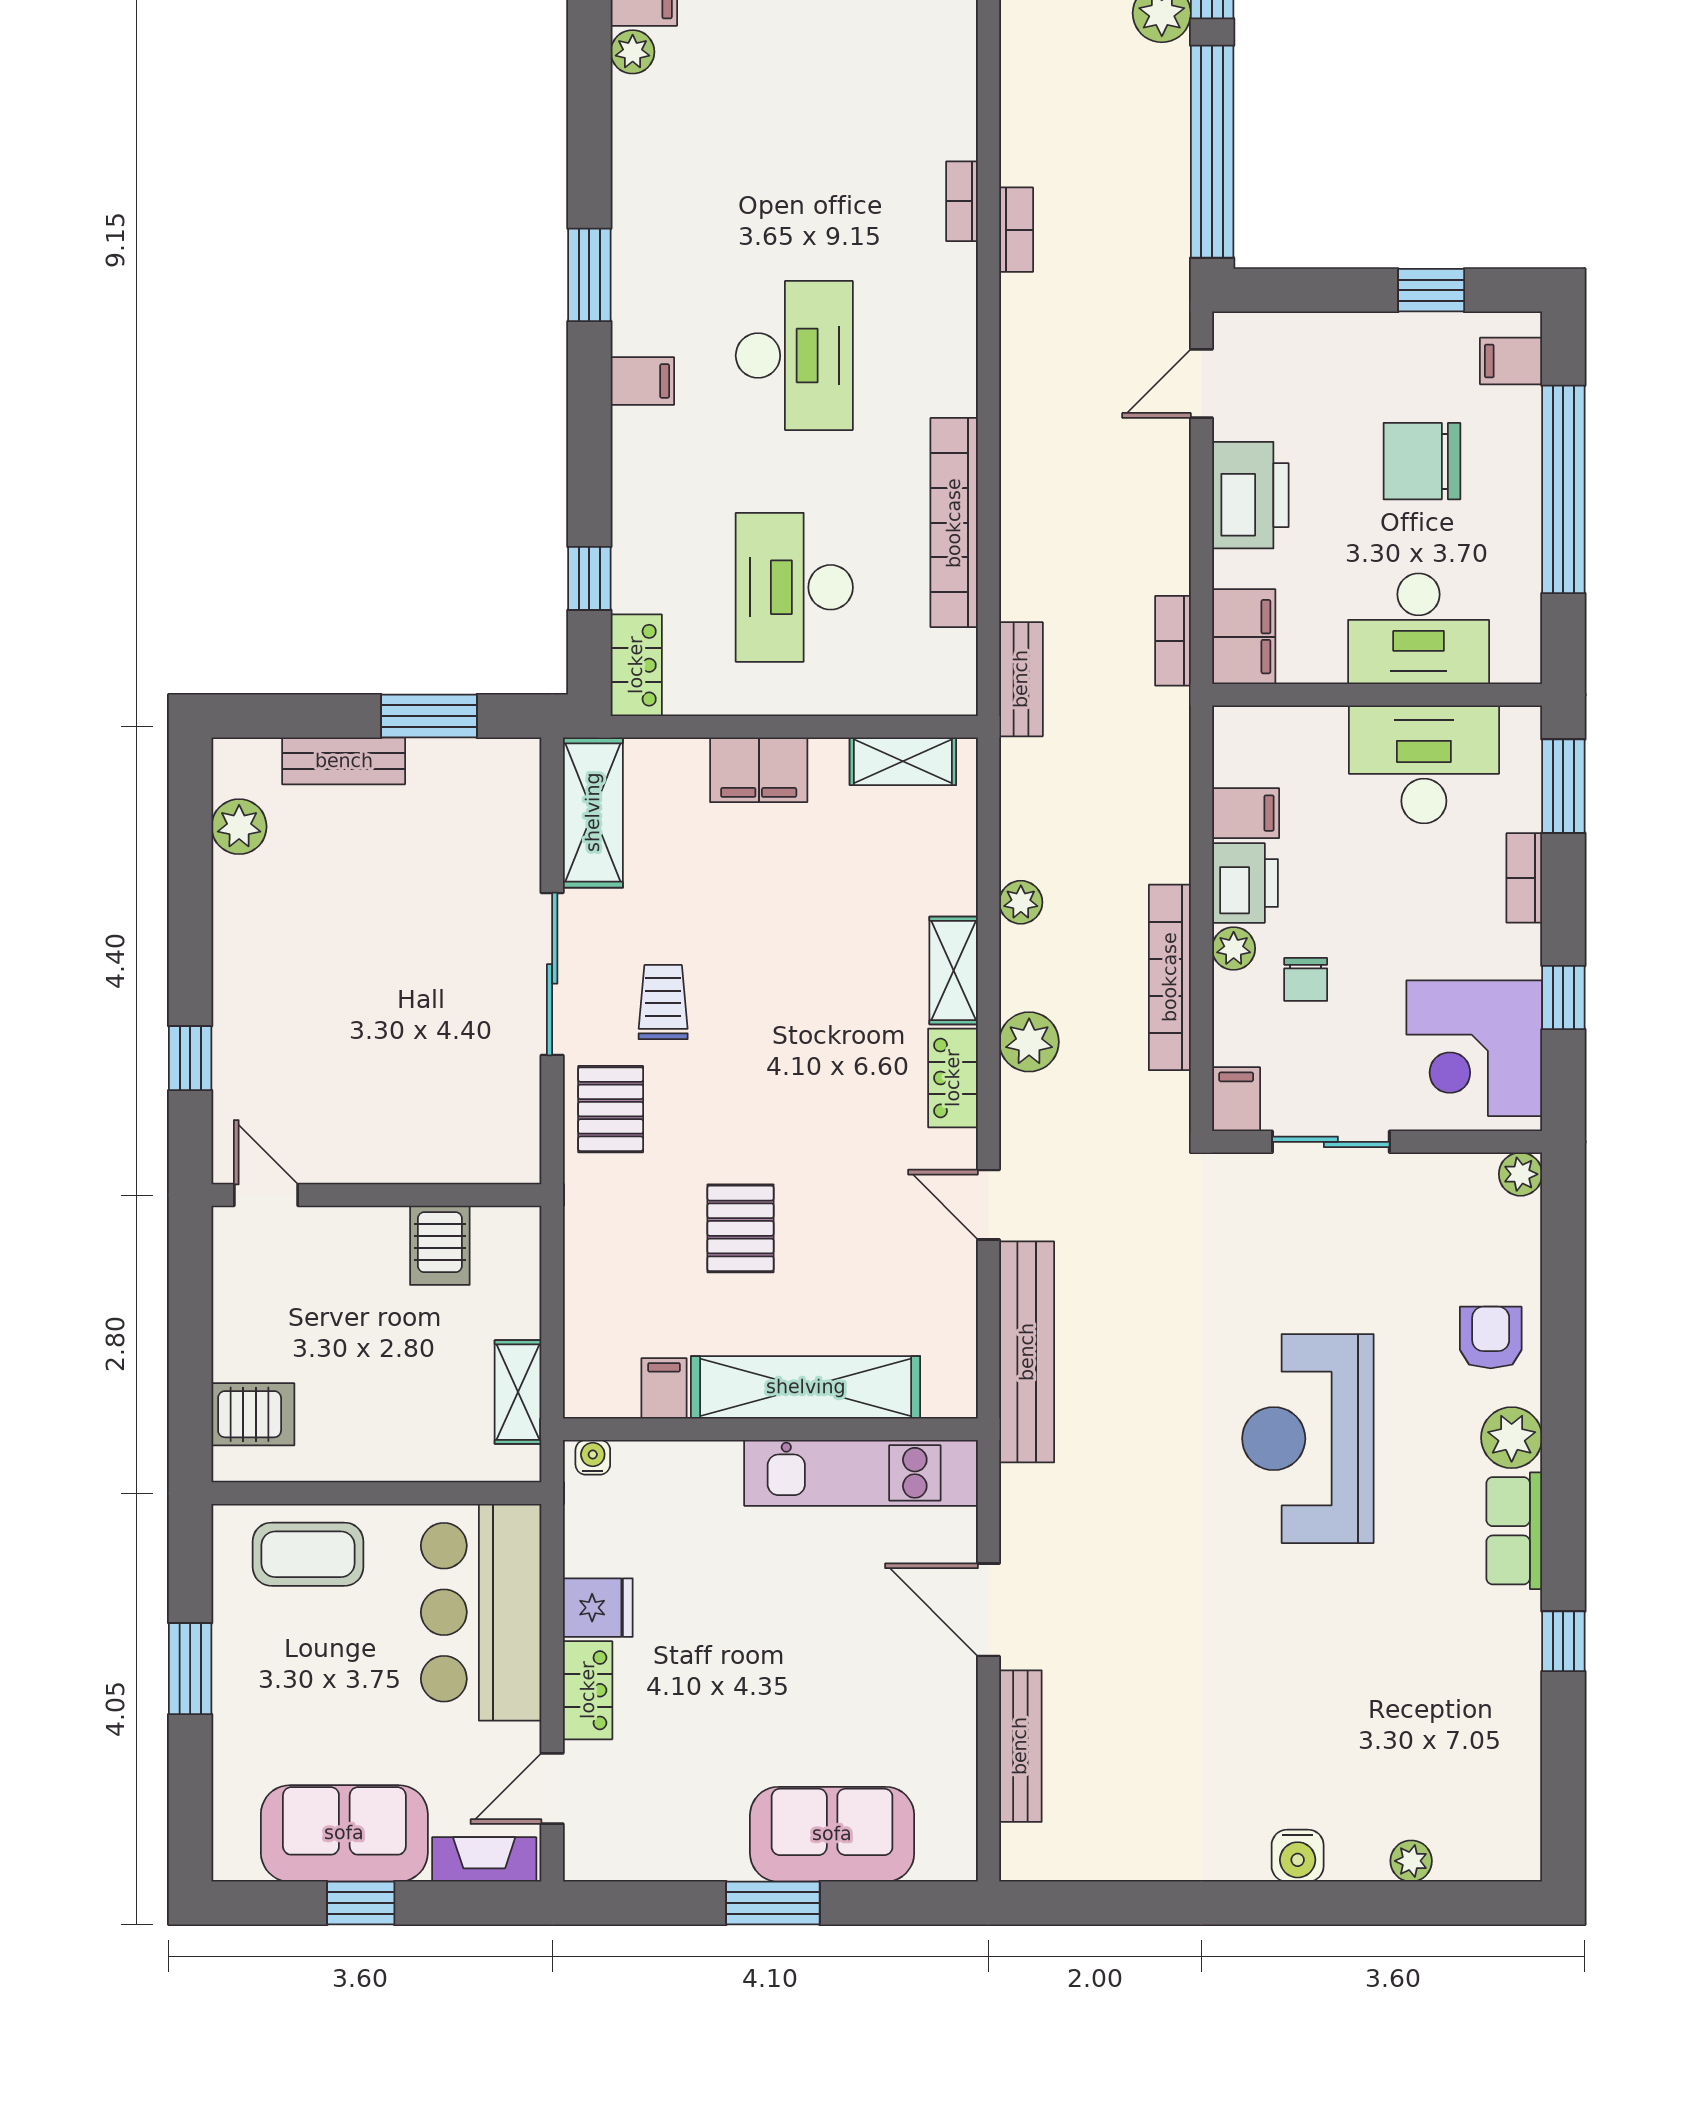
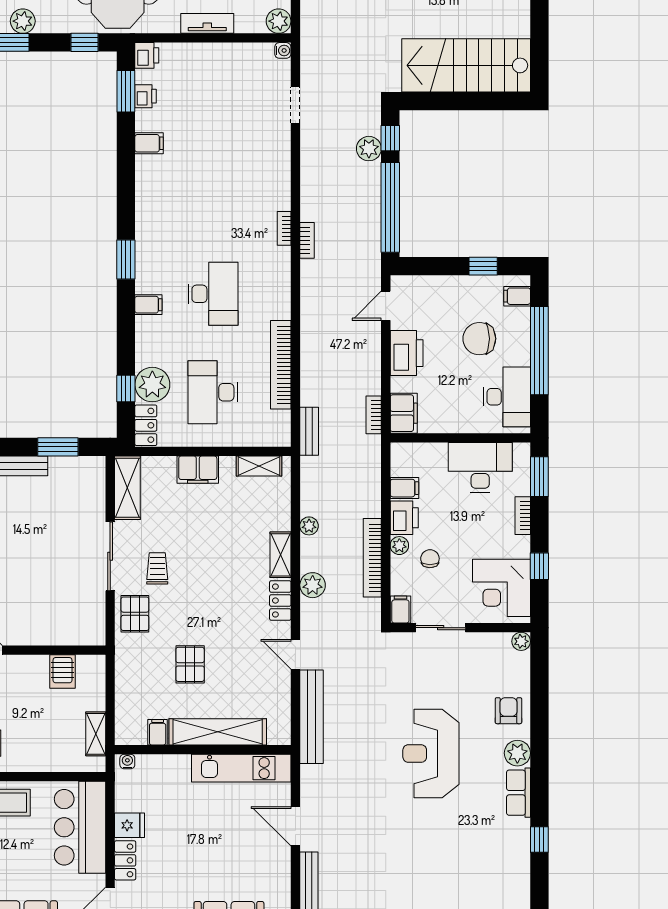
plant: (633, 52) -> (152, 385), moved, width x1.87, depth x1.87
desk: (1419, 629) -> (507, 397), moved, turned -90
chair: (1306, 979) -> (430, 559), turned 180

